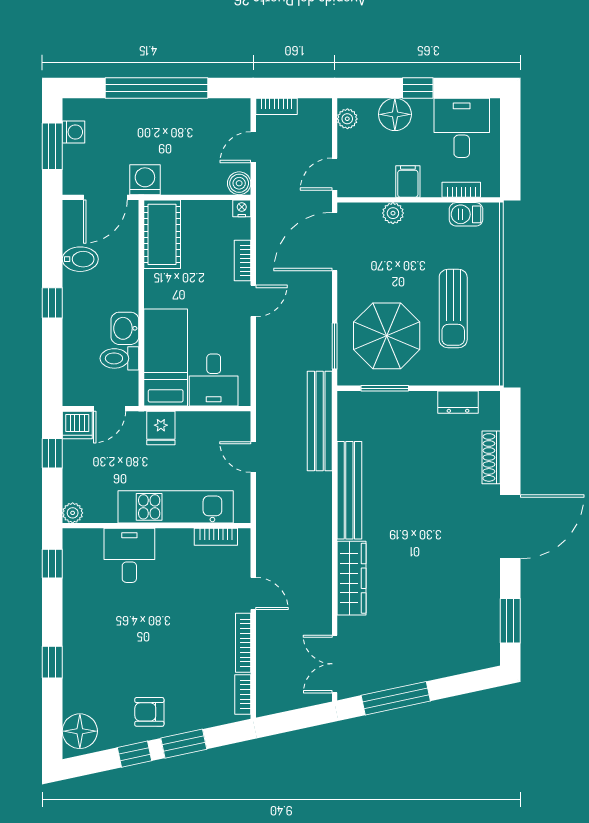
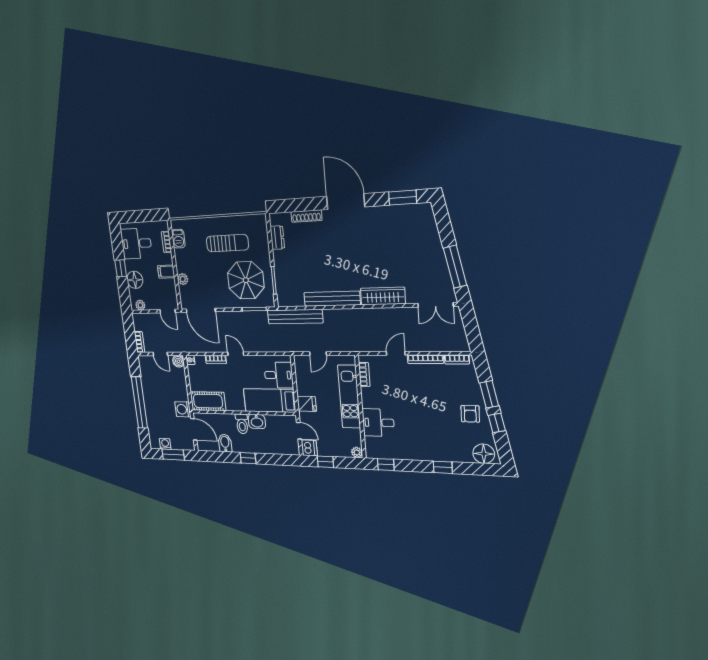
toilet: (119, 358) -> (242, 424), moved

